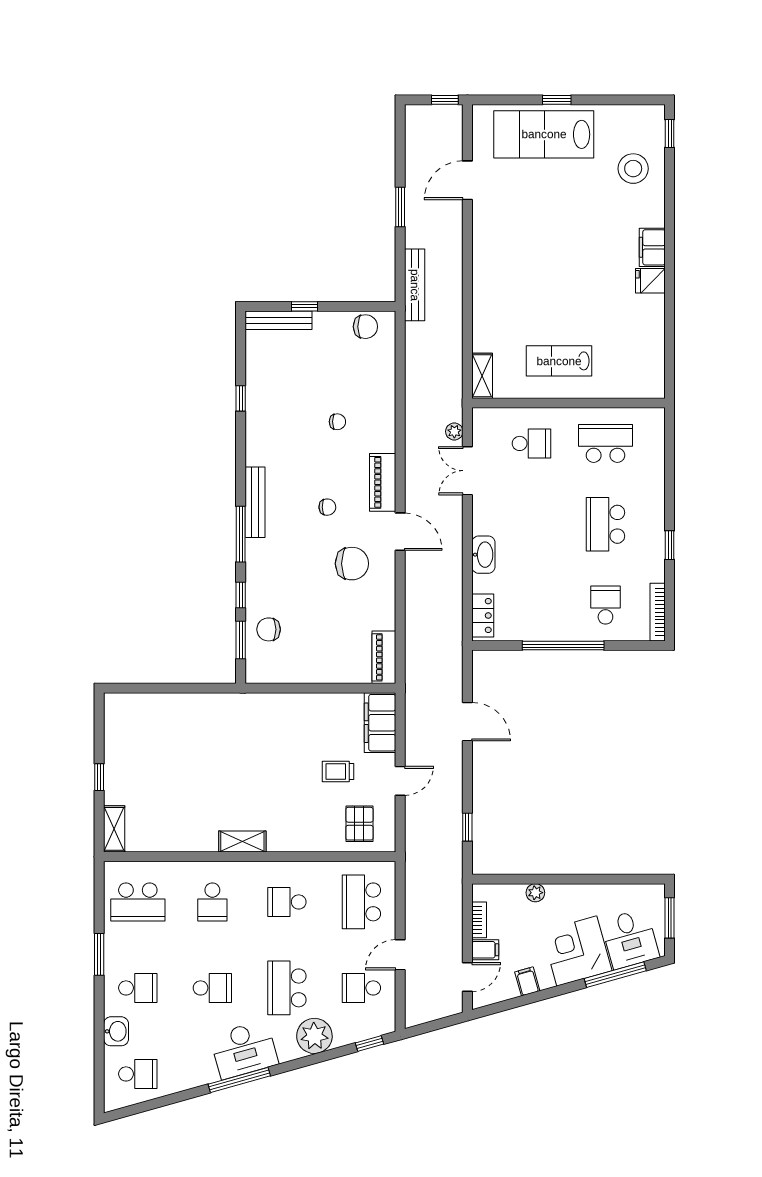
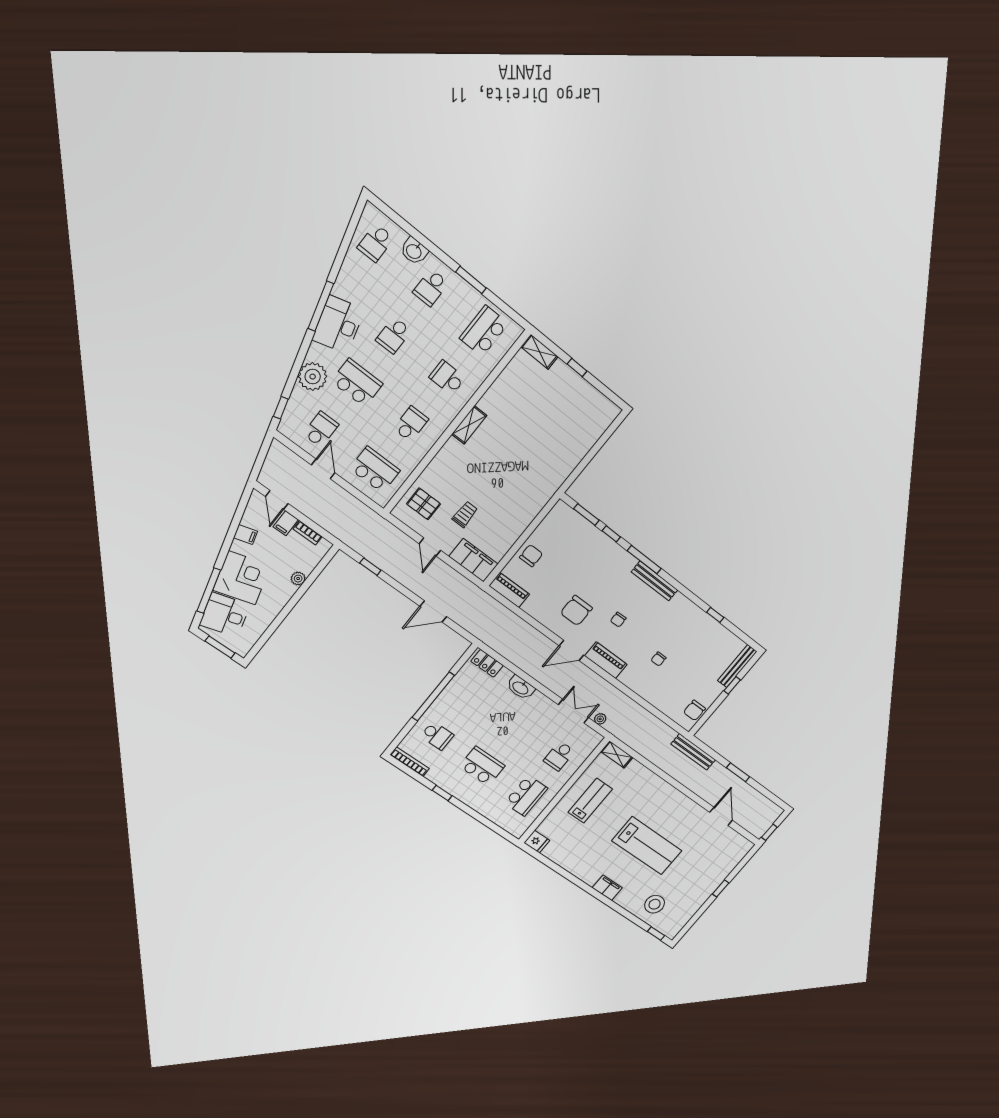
lab bench: (544, 134) -> (647, 846), moved, turned 90
fridge: (650, 281) -> (537, 842), moved, turned 90
chair: (269, 629) -> (531, 556), moved

